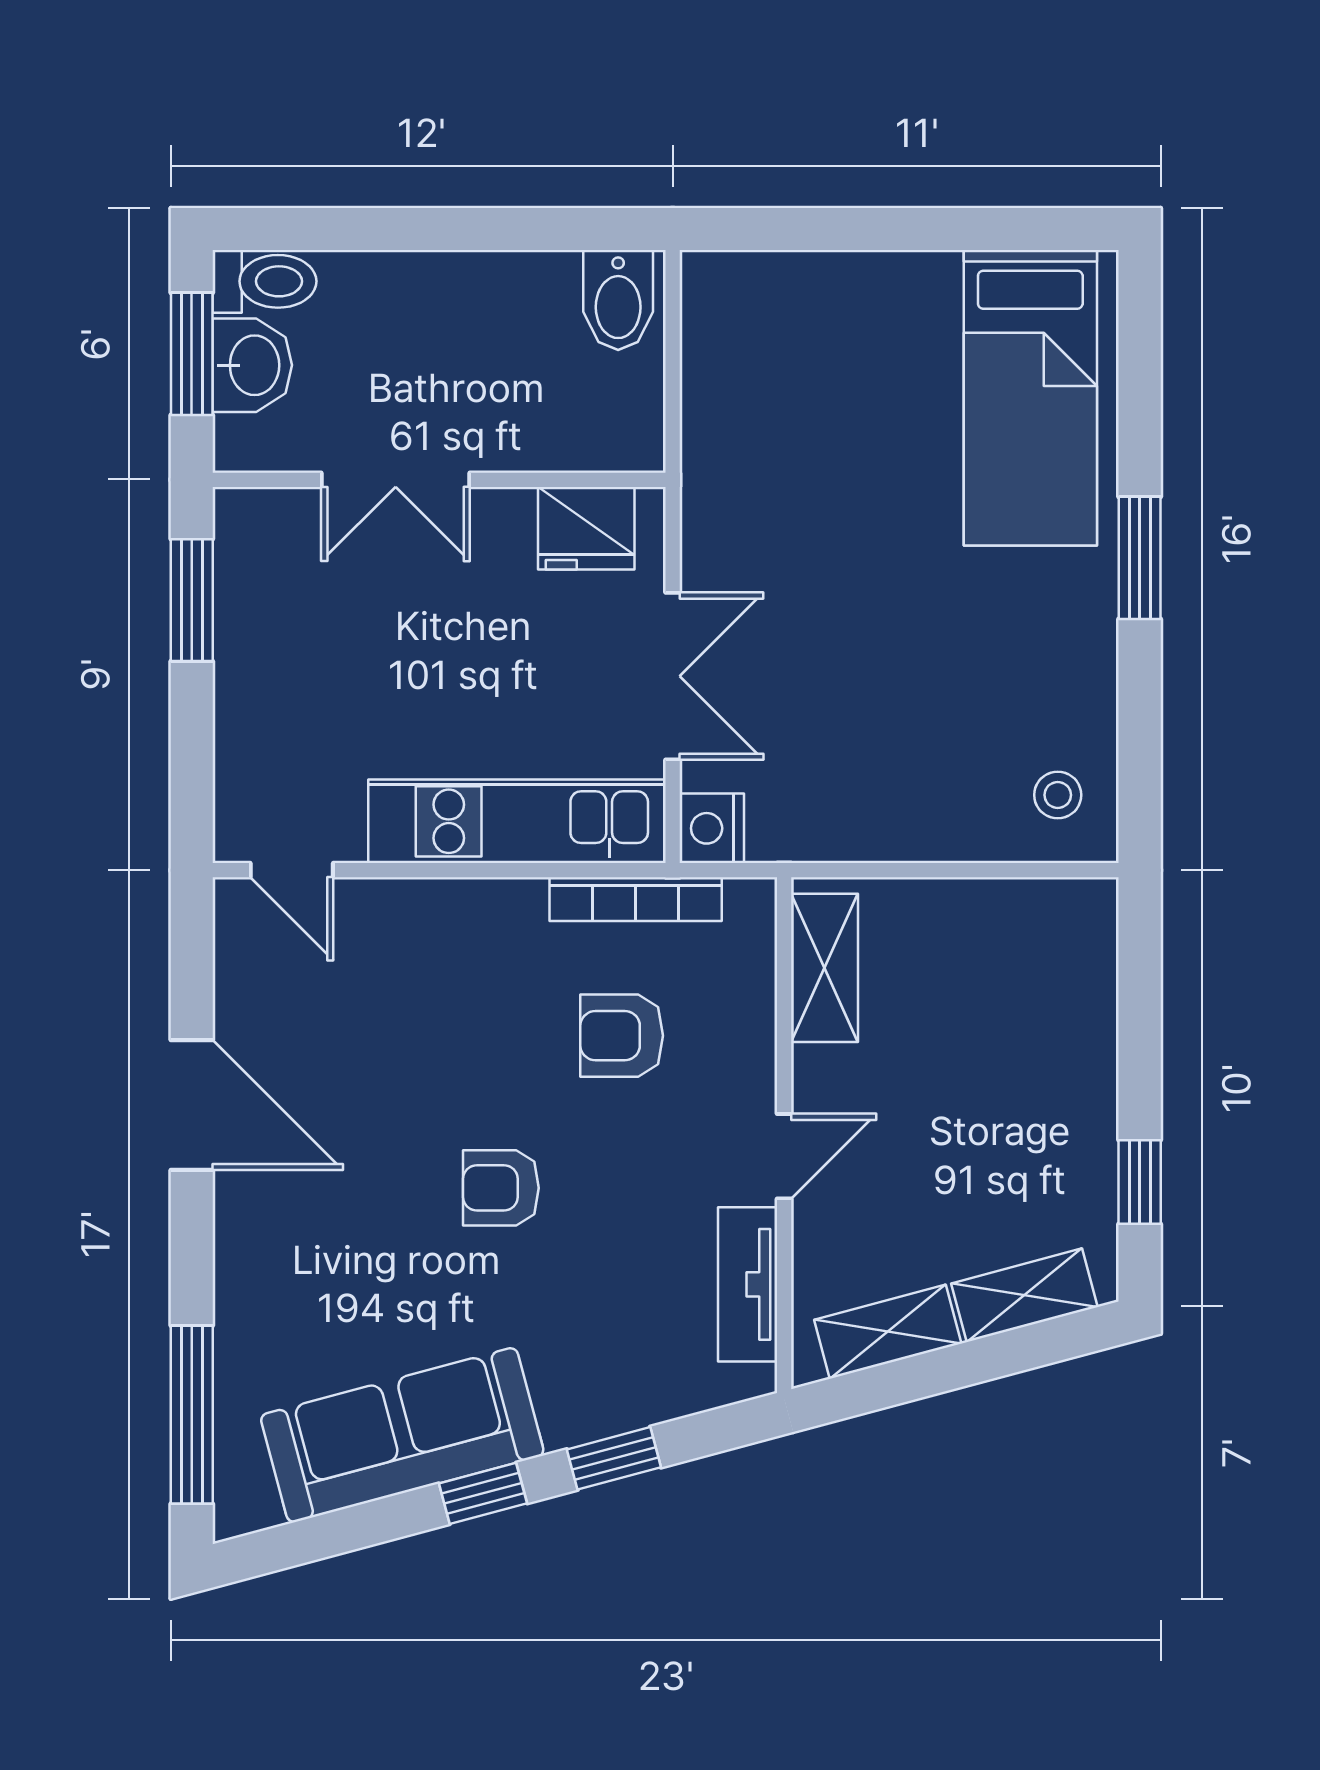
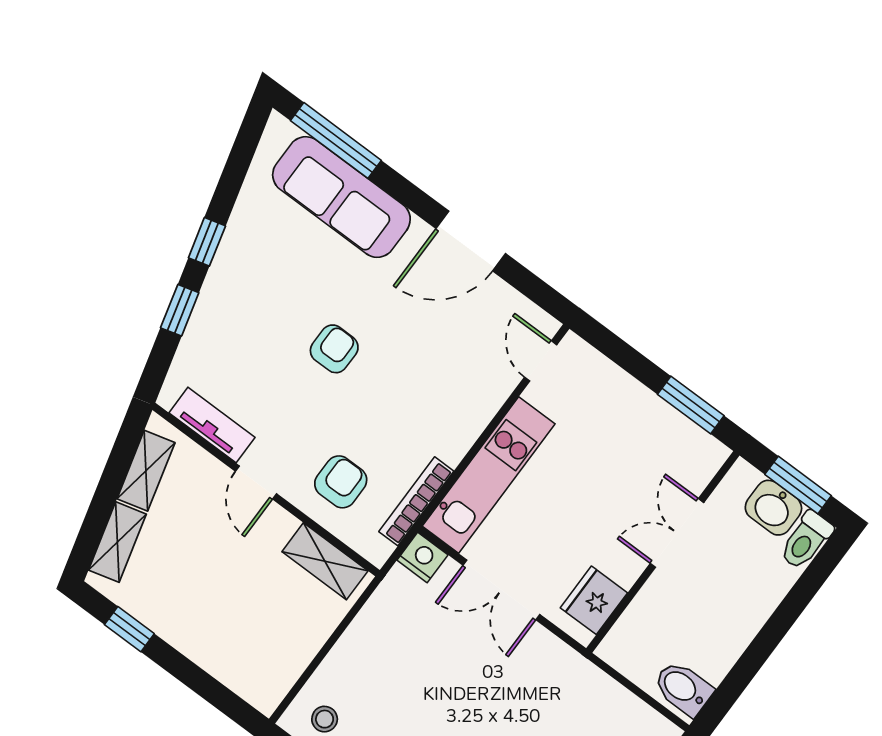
door: (292, 870) -> (541, 361), hinge flipped
armchair: (622, 1036) -> (341, 482), moved
sofa: (402, 1435) -> (341, 197), moved, turned 105

